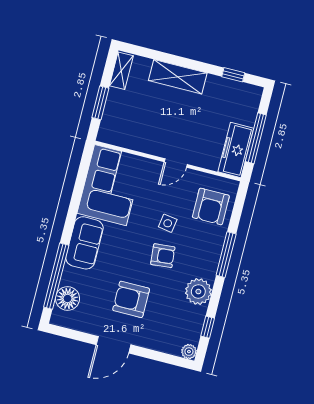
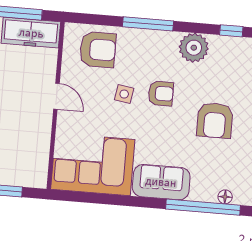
armchair: (163, 256) -> (161, 93), turned 95
floor lamp: (68, 299) -> (225, 197), width x0.53, depth x0.53

